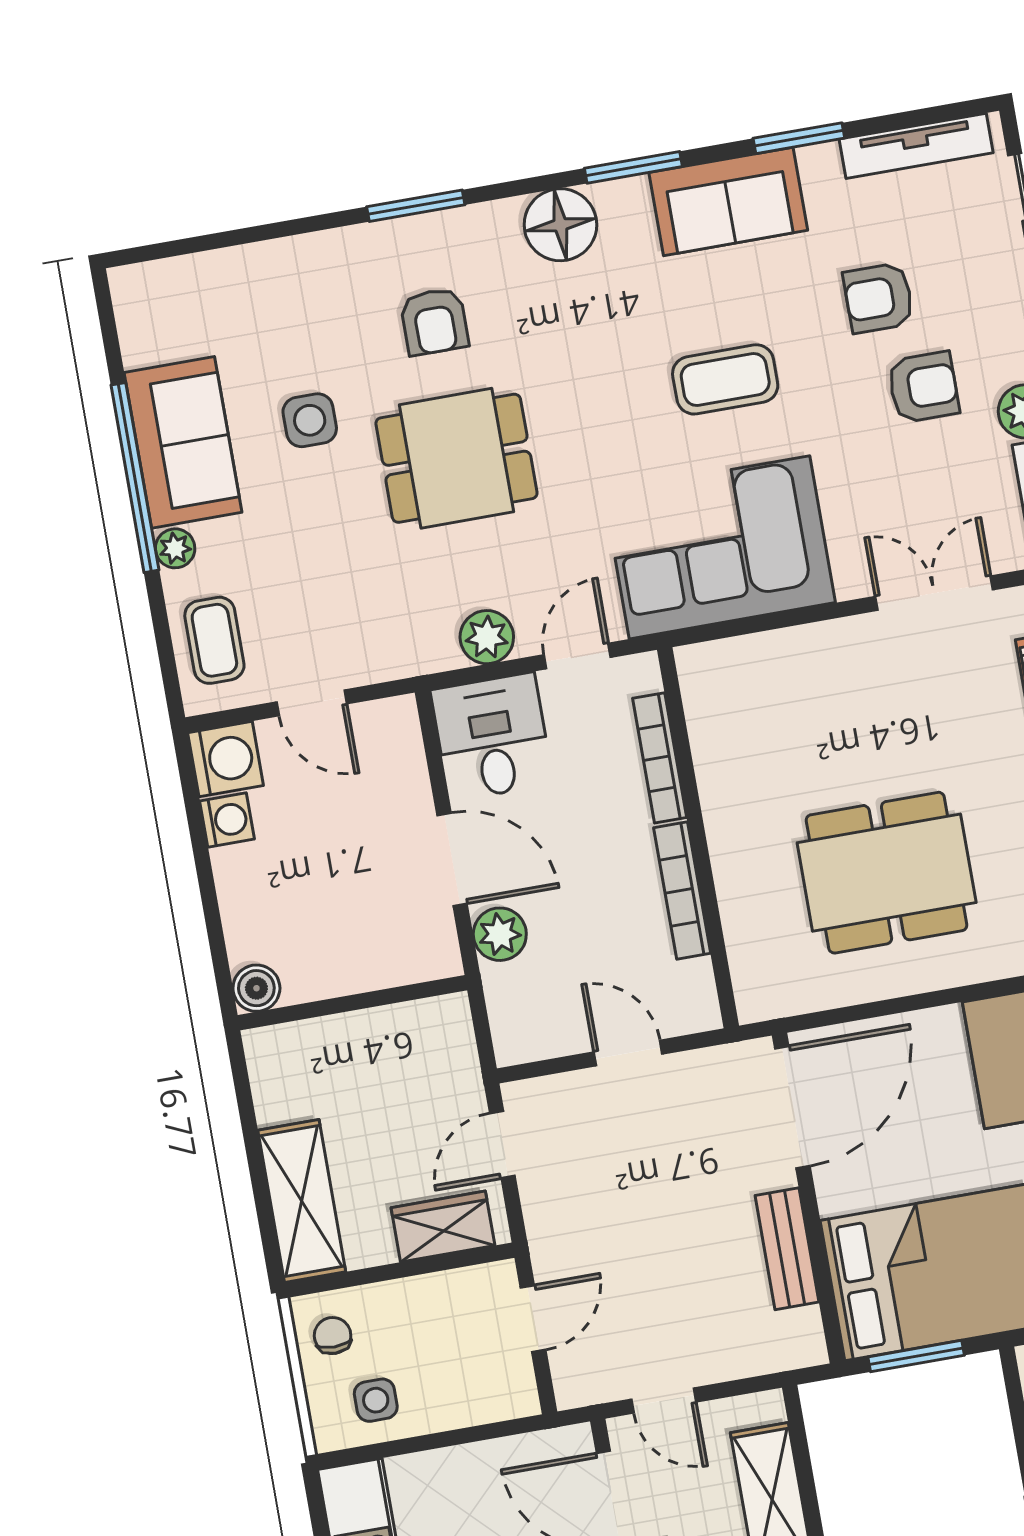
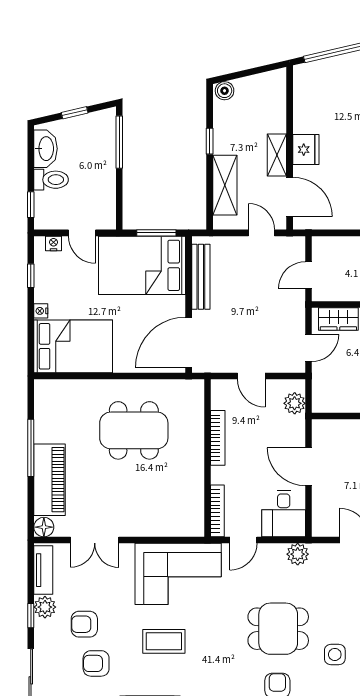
armchair: (878, 298) -> (96, 663), turned 180
plant: (487, 637) -> (298, 554), moved
bookcase: (660, 758) -> (217, 511), moved
plant: (500, 934) -> (295, 403), moved
bench: (787, 1249) -> (201, 277), width x1.36

